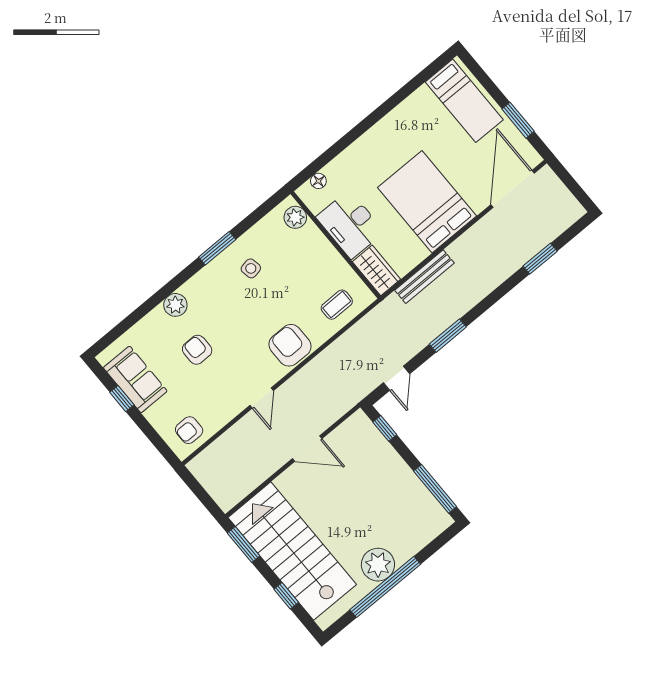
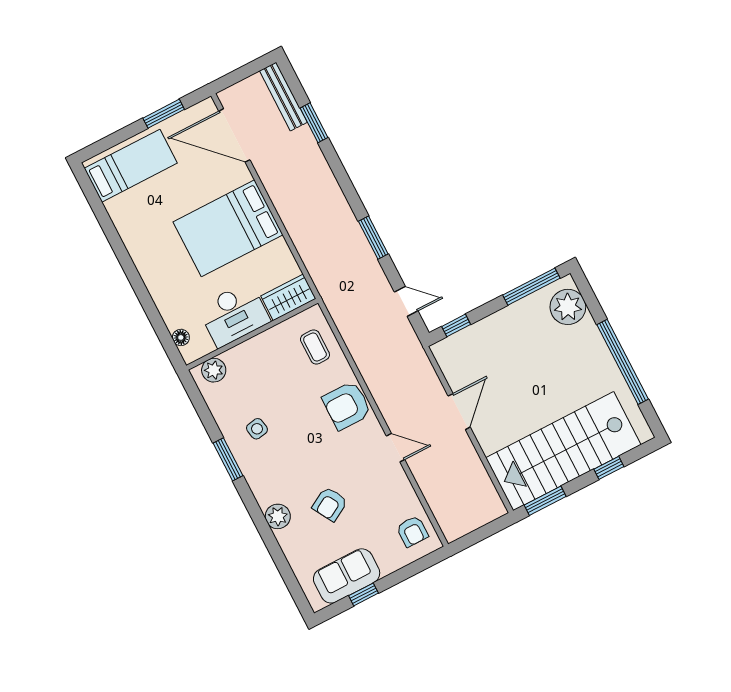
bench: (424, 277) -> (283, 97), moved
armchair: (197, 350) -> (330, 504), turned -30
plant: (378, 565) -> (568, 307), moved

